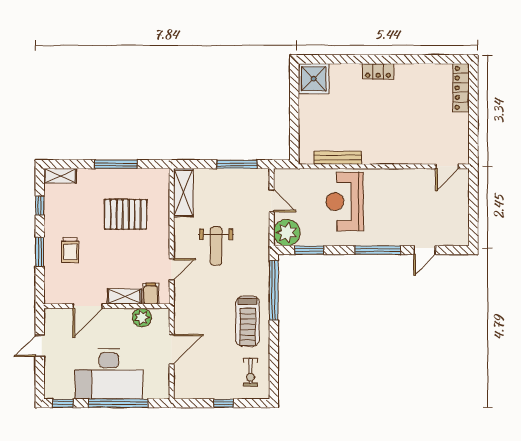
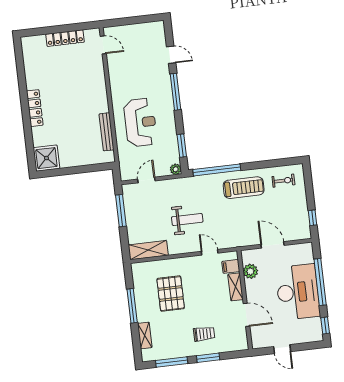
locker: (378, 71) -> (35, 108), width x1.53
locker: (461, 88) -> (65, 38), moved
shelving: (60, 176) -> (145, 335), moved
reception desk: (345, 202) -> (140, 122), turned -90
window: (40, 206) -> (172, 362), width x2.17
plant: (287, 233) -> (176, 169), width x0.53, depth x0.53
window: (224, 403) -> (312, 218), moved

